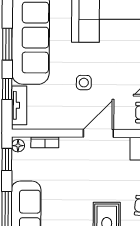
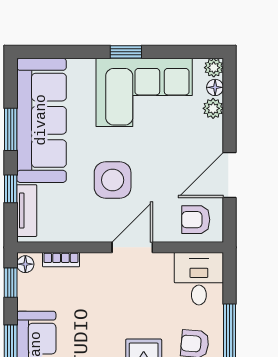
side table: (84, 83) -> (113, 180), width x1.87, depth x1.87

